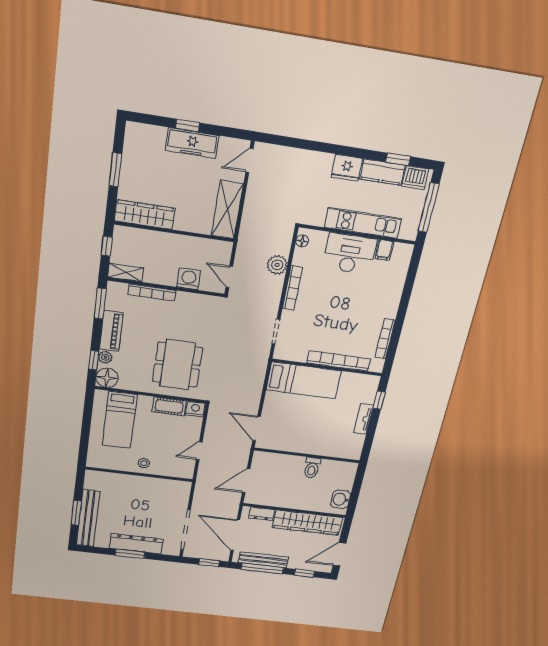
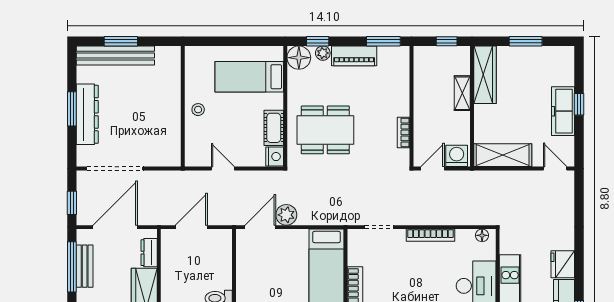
plant: (277, 265) -> (286, 215), moved
shelving: (126, 273) -> (462, 93), moved
washing machine: (189, 279) -> (457, 156), moved, turned -90
bookcase: (152, 292) -> (404, 132), moved, width x0.64
door: (246, 481) -> (191, 227), hinge flipped
bench: (263, 560) -> (85, 266), width x0.73

